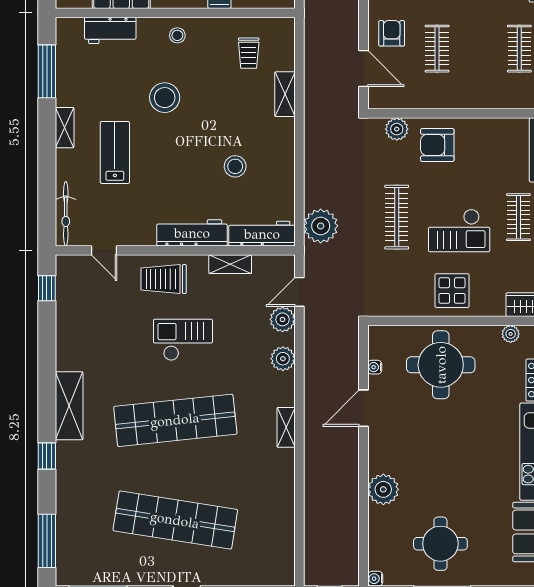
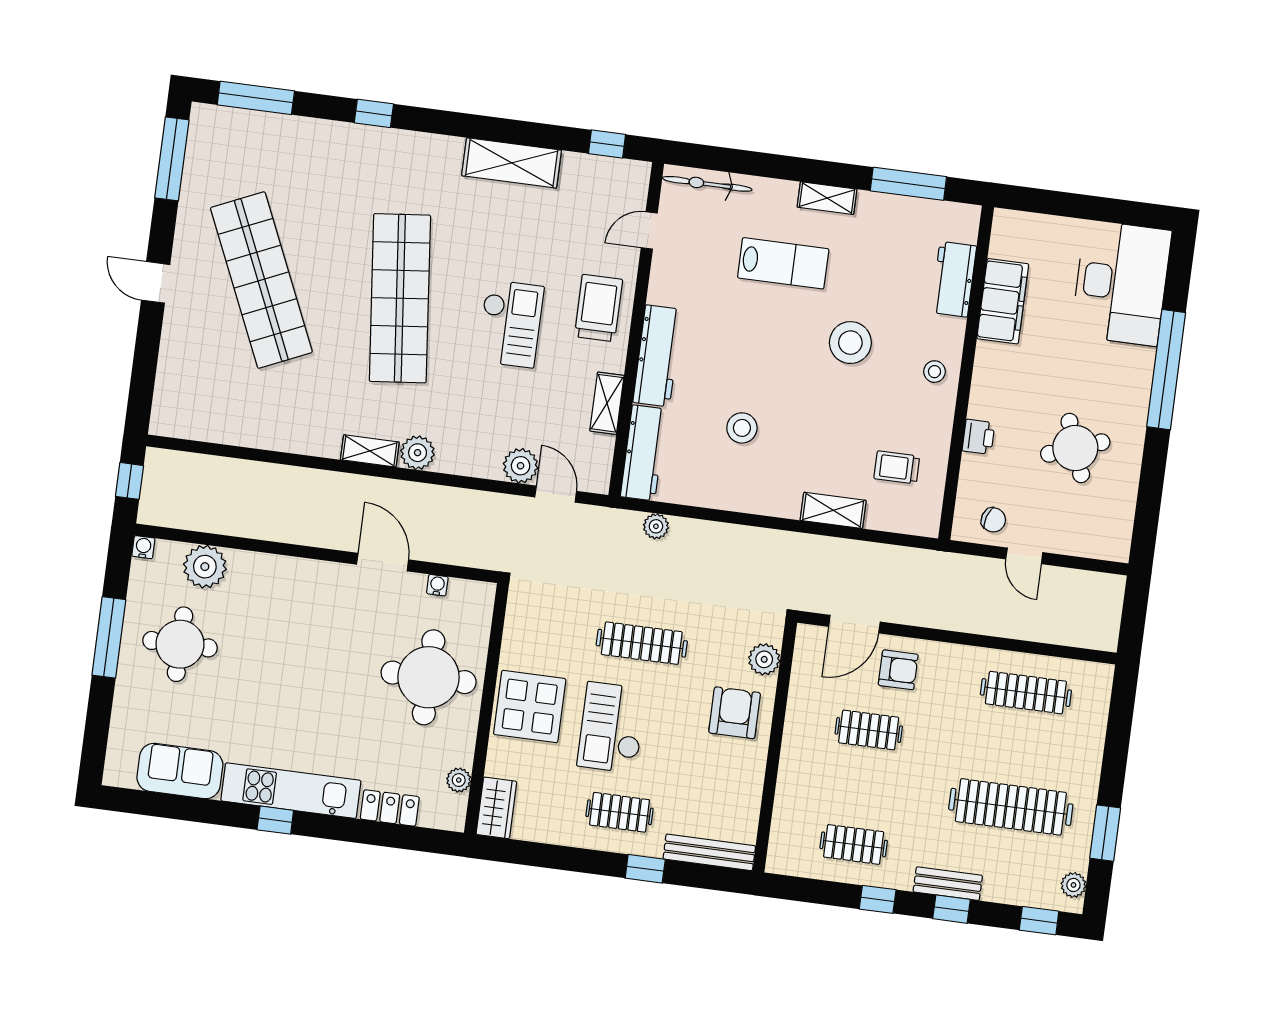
plant: (321, 226) -> (656, 526), width x0.53, depth x0.53
display table: (452, 291) -> (530, 707), width x1.36, depth x1.36
plant: (283, 359) -> (418, 453), moved
shelving: (69, 406) -> (512, 163), moved
plant: (383, 489) -> (205, 567), moved
shop shelf: (175, 520) -> (261, 280), turned -33

